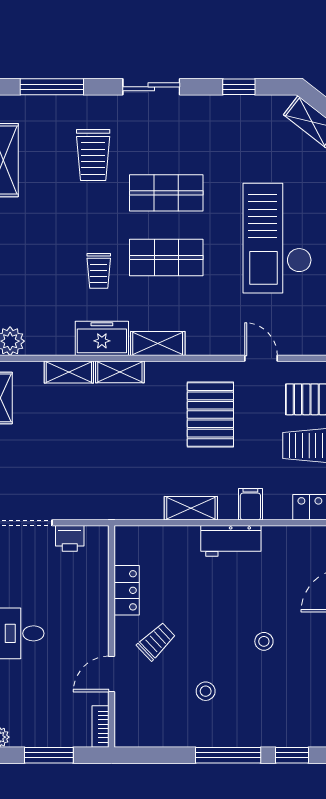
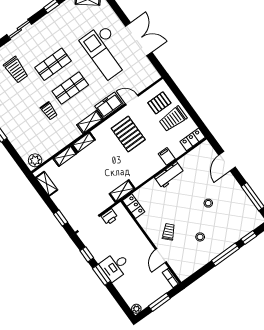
freezer: (102, 338) -> (109, 105), moved
shelving: (191, 508) -> (122, 191), moved
locker: (127, 590) -> (134, 206), moved

